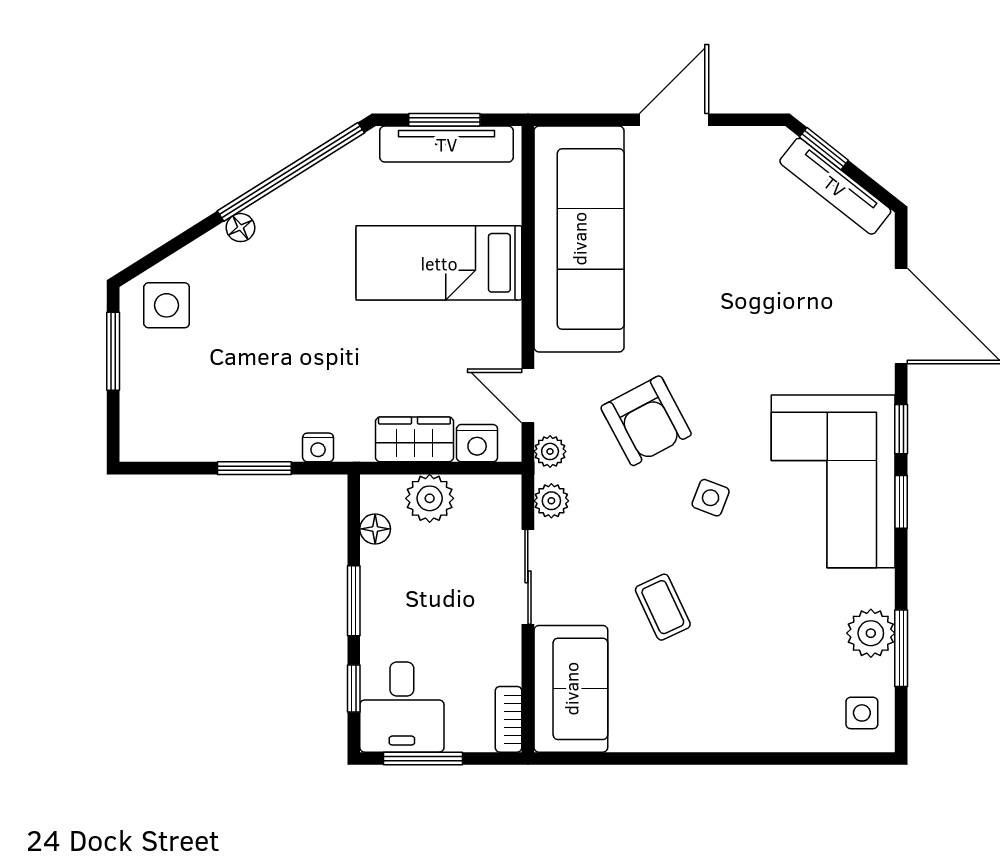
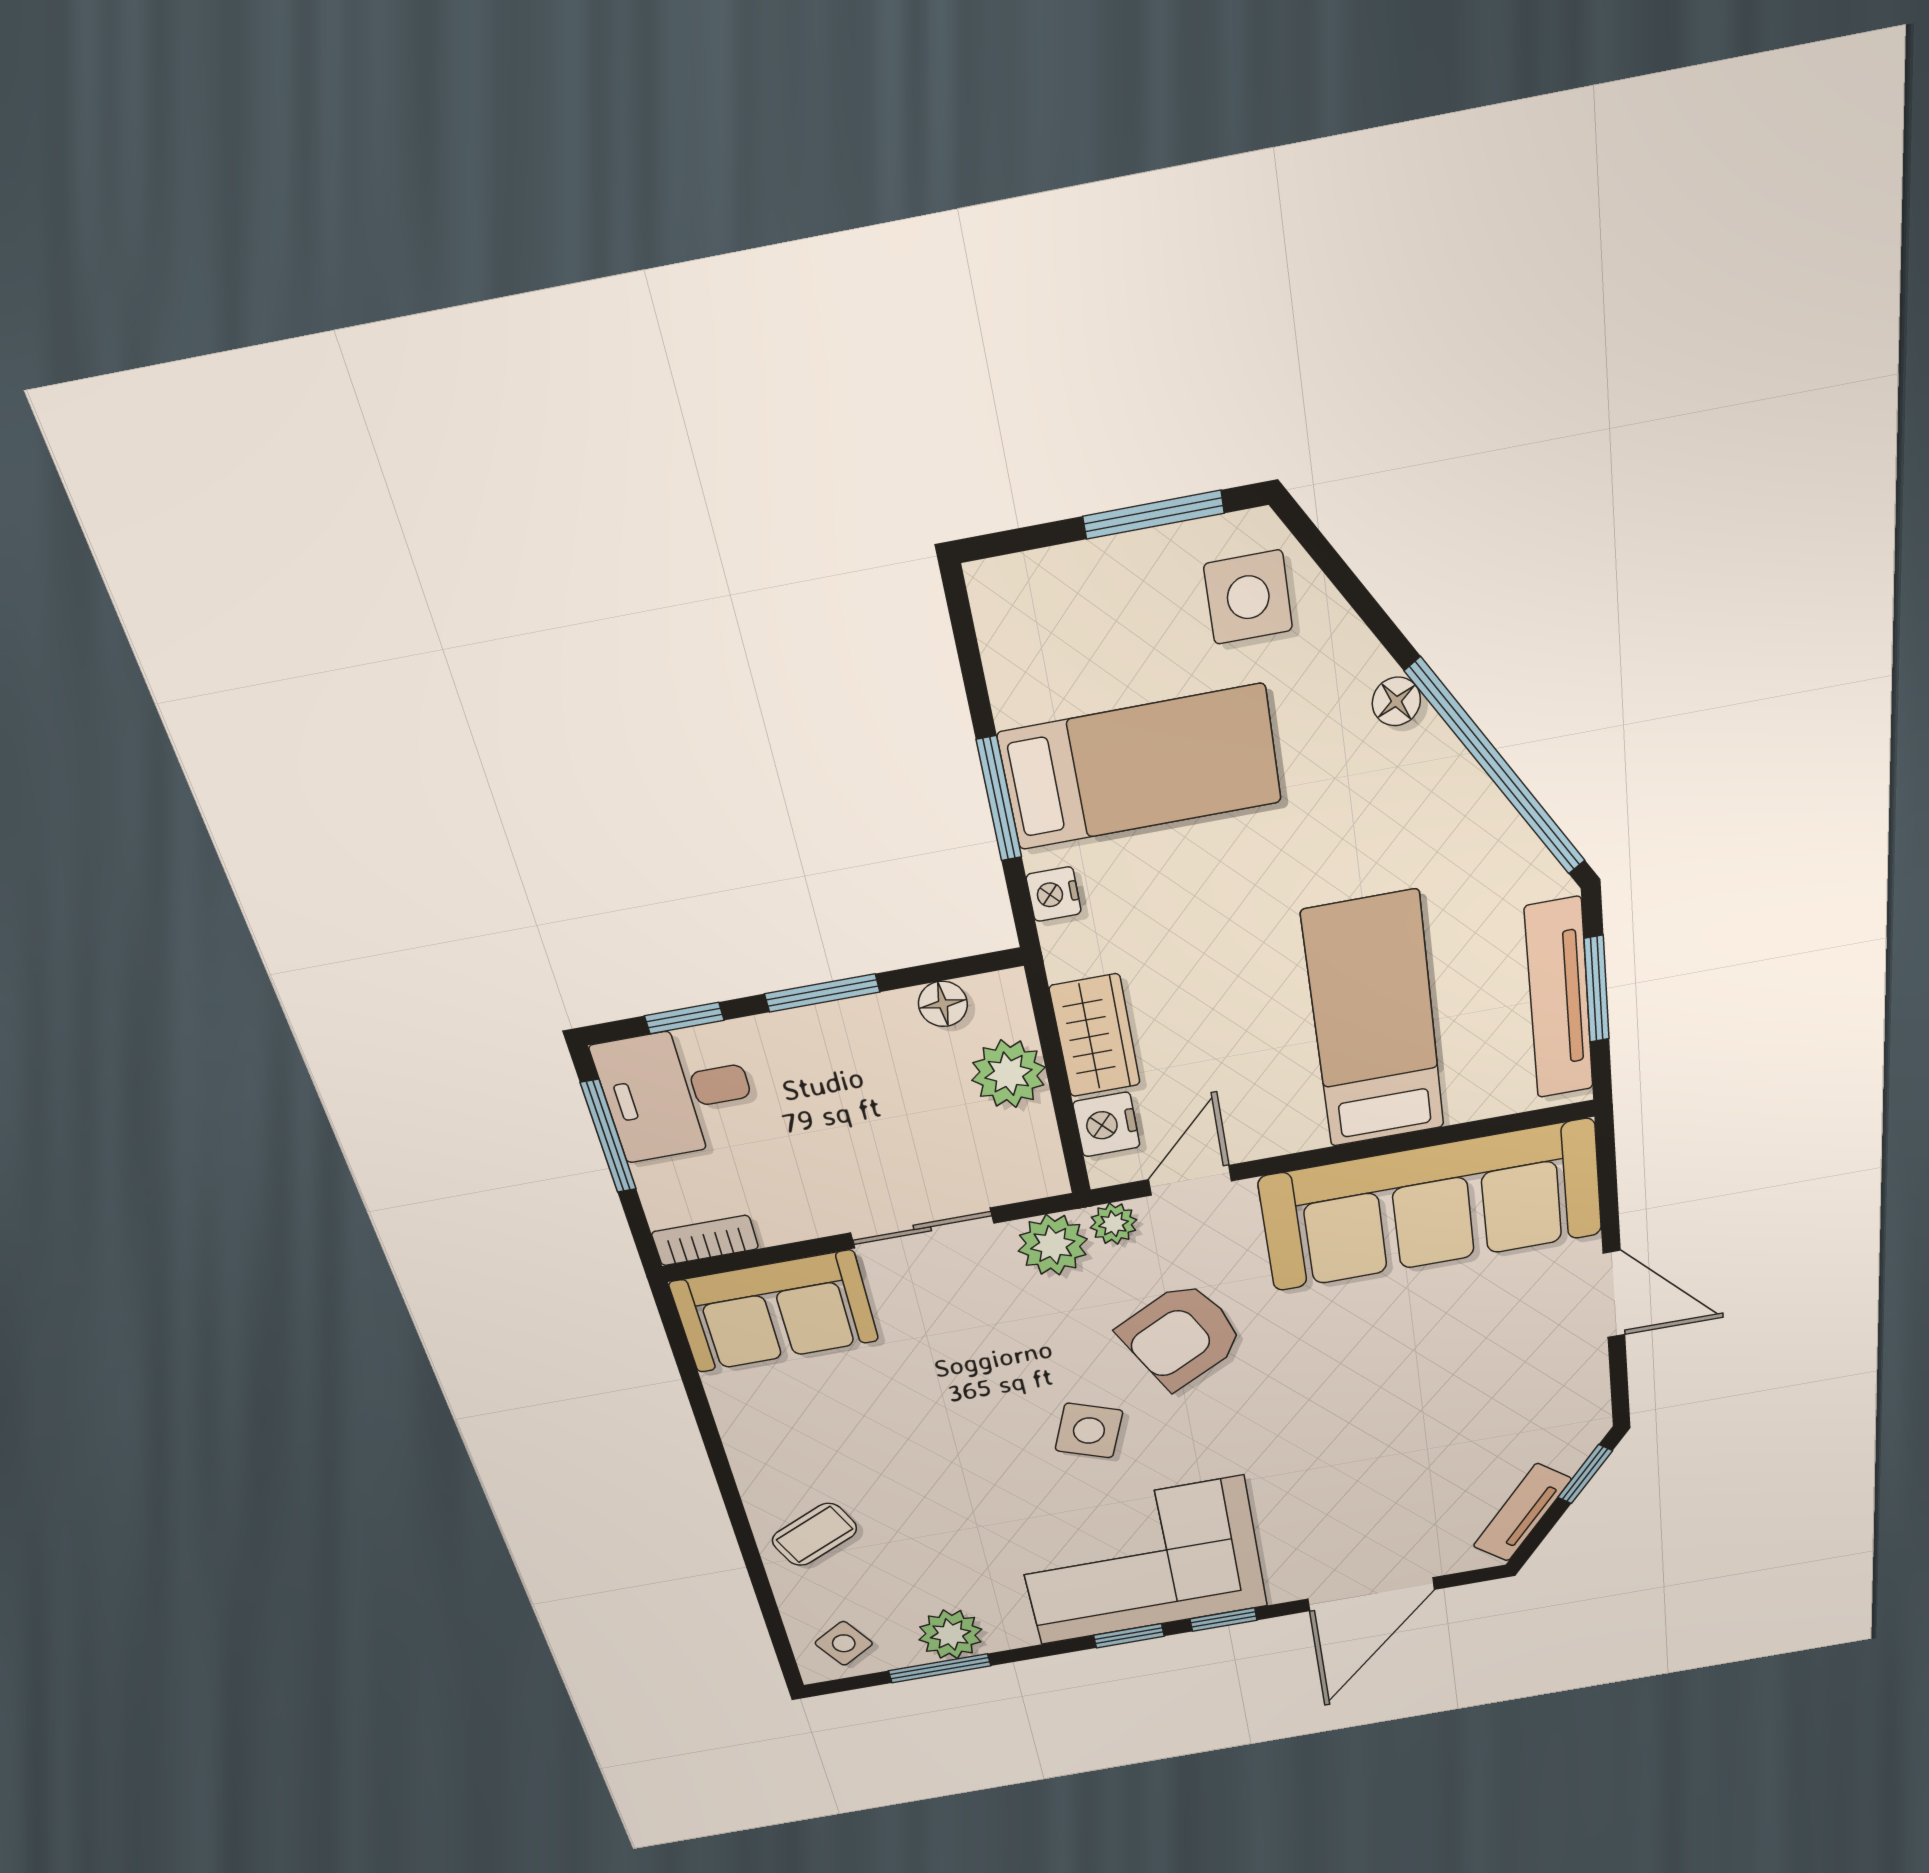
tv unit: (835, 186) -> (1522, 1513), width x0.71
bed: (251, 382) -> (1140, 767), added
side table: (711, 498) -> (1089, 1431), width x1.37, depth x1.37
plant: (551, 501) -> (1053, 1245), width x1.38, depth x1.38
coffee table: (663, 607) -> (814, 1534), moved
side table: (862, 713) -> (844, 1643), turned -32

